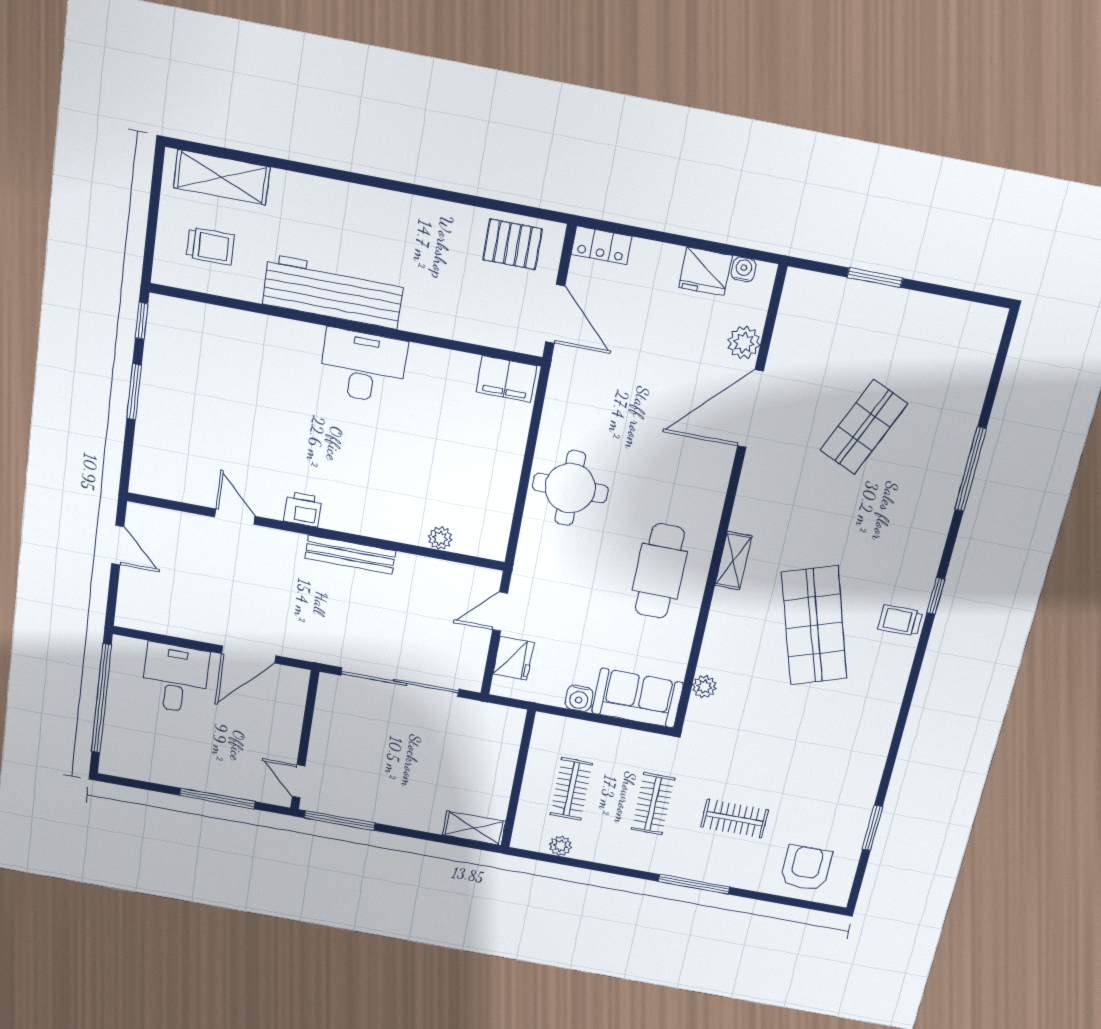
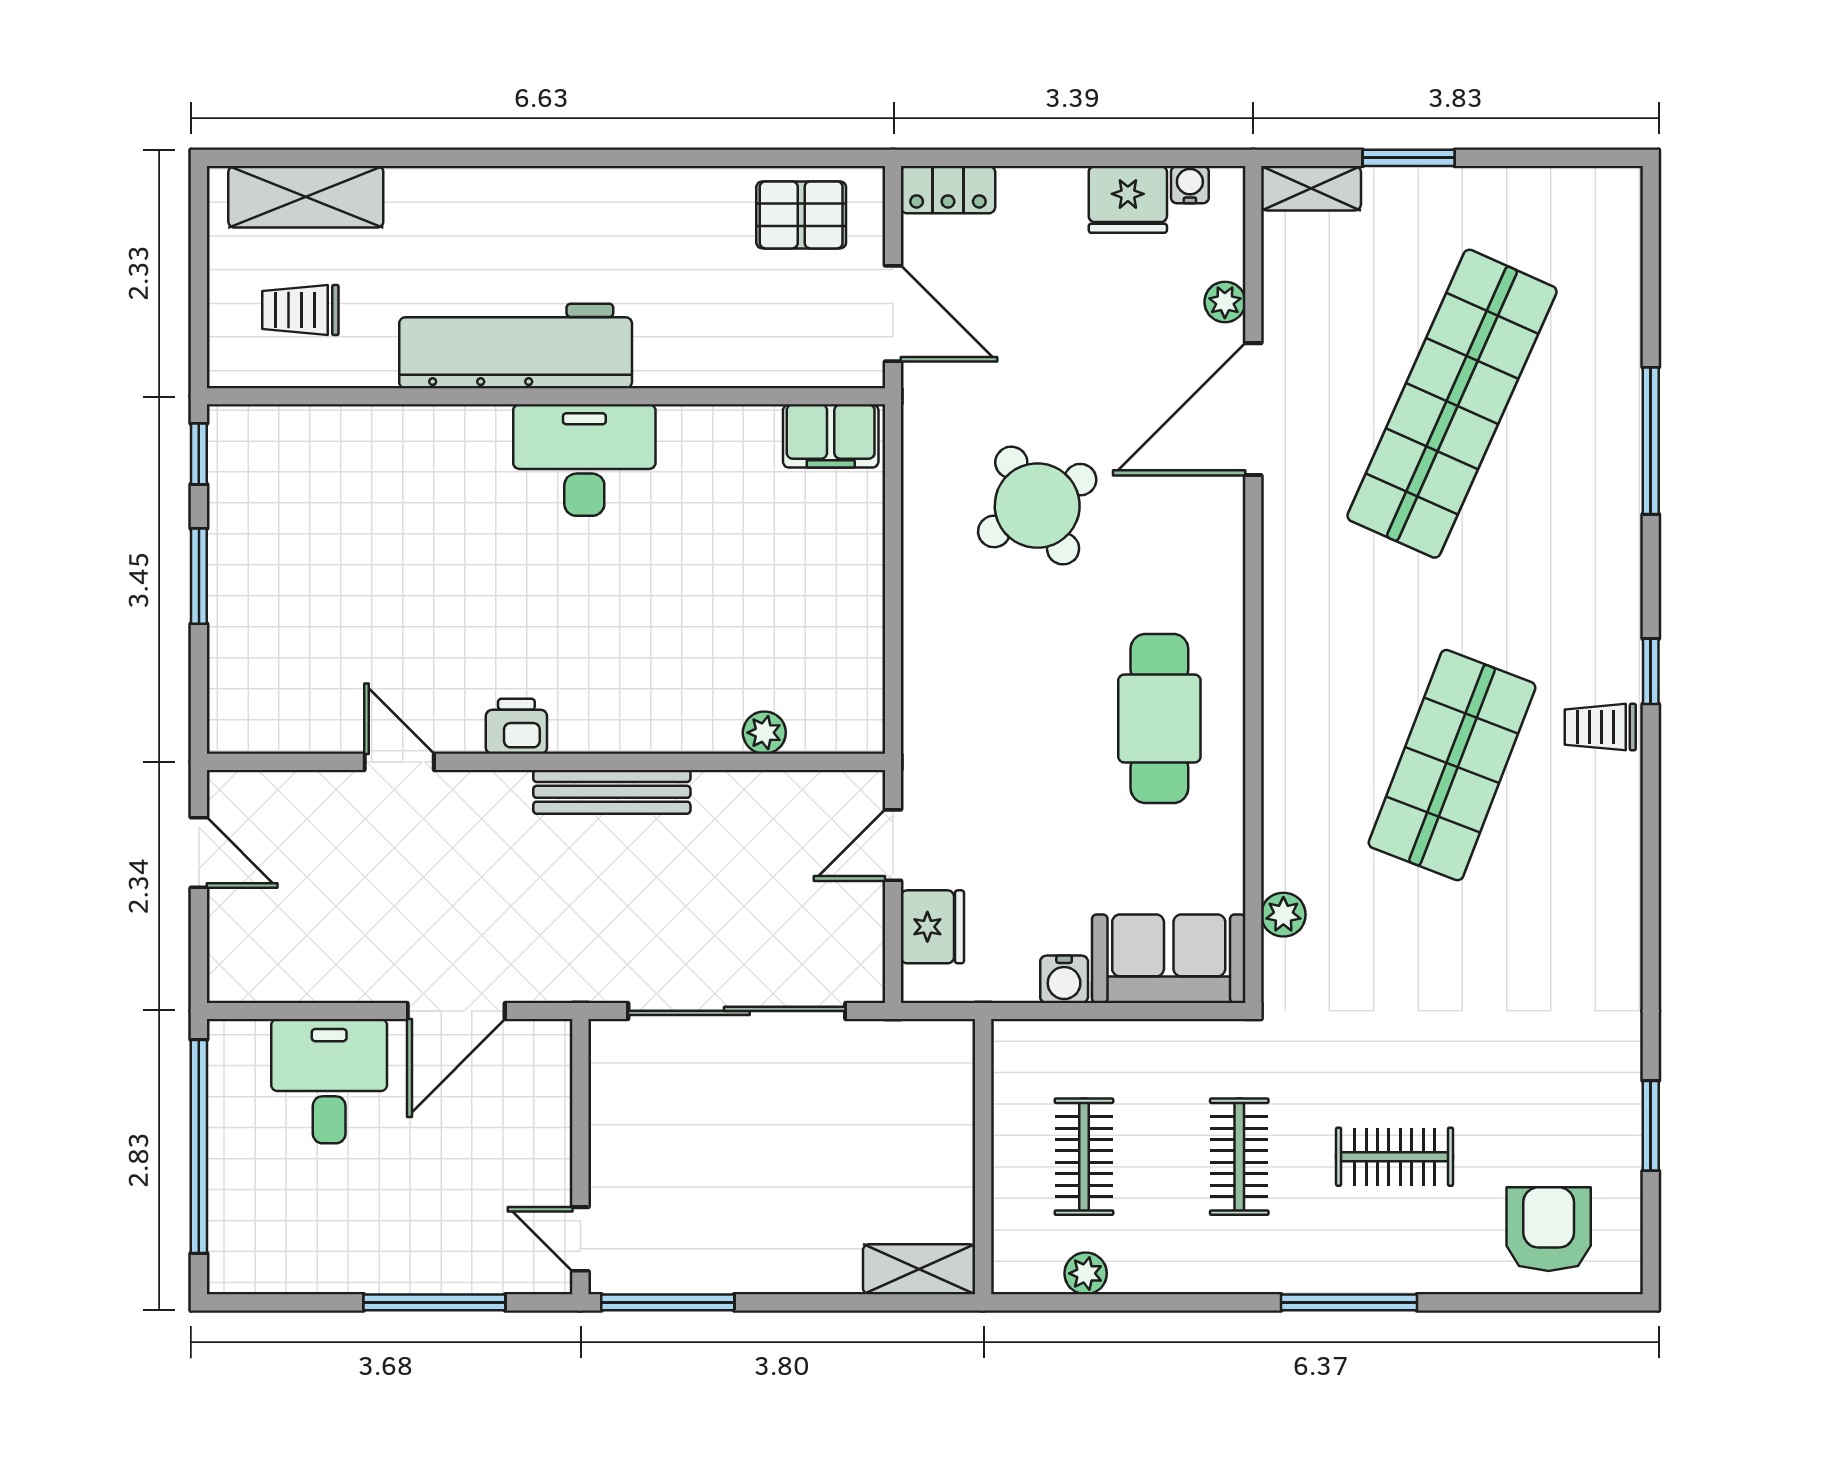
trolley: (210, 246) -> (300, 310), turned 180
plant: (744, 343) -> (1225, 302), width x0.73, depth x0.73
shop shelf: (864, 427) -> (1452, 404), width x2.00, depth x1.36
round table: (570, 488) -> (1037, 506), moved, turned -31
shelving: (733, 561) -> (1311, 188), moved, turned 90
shop shelf: (814, 626) -> (1452, 765), turned 39

